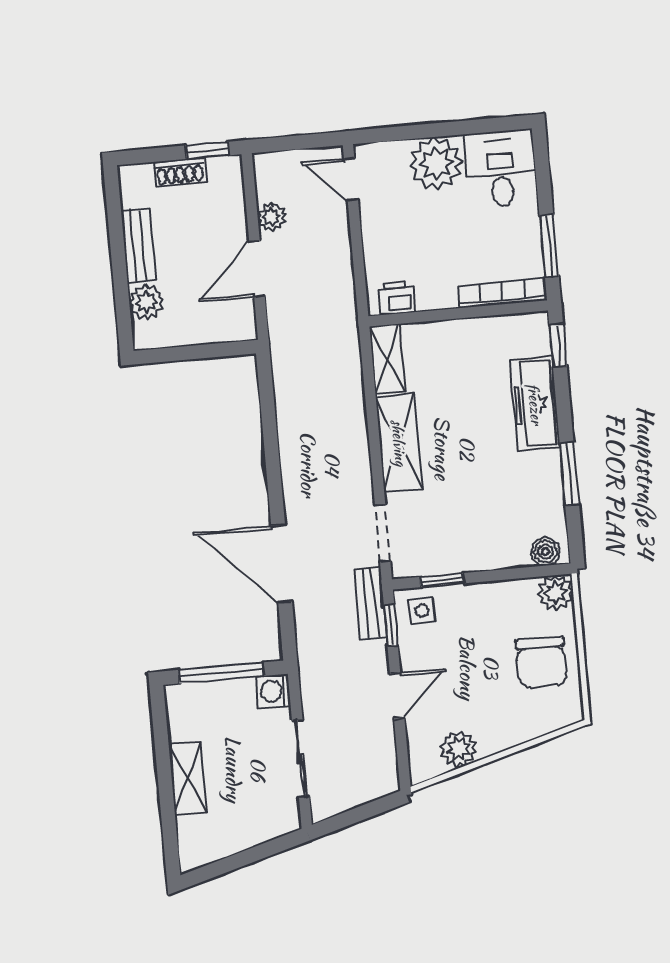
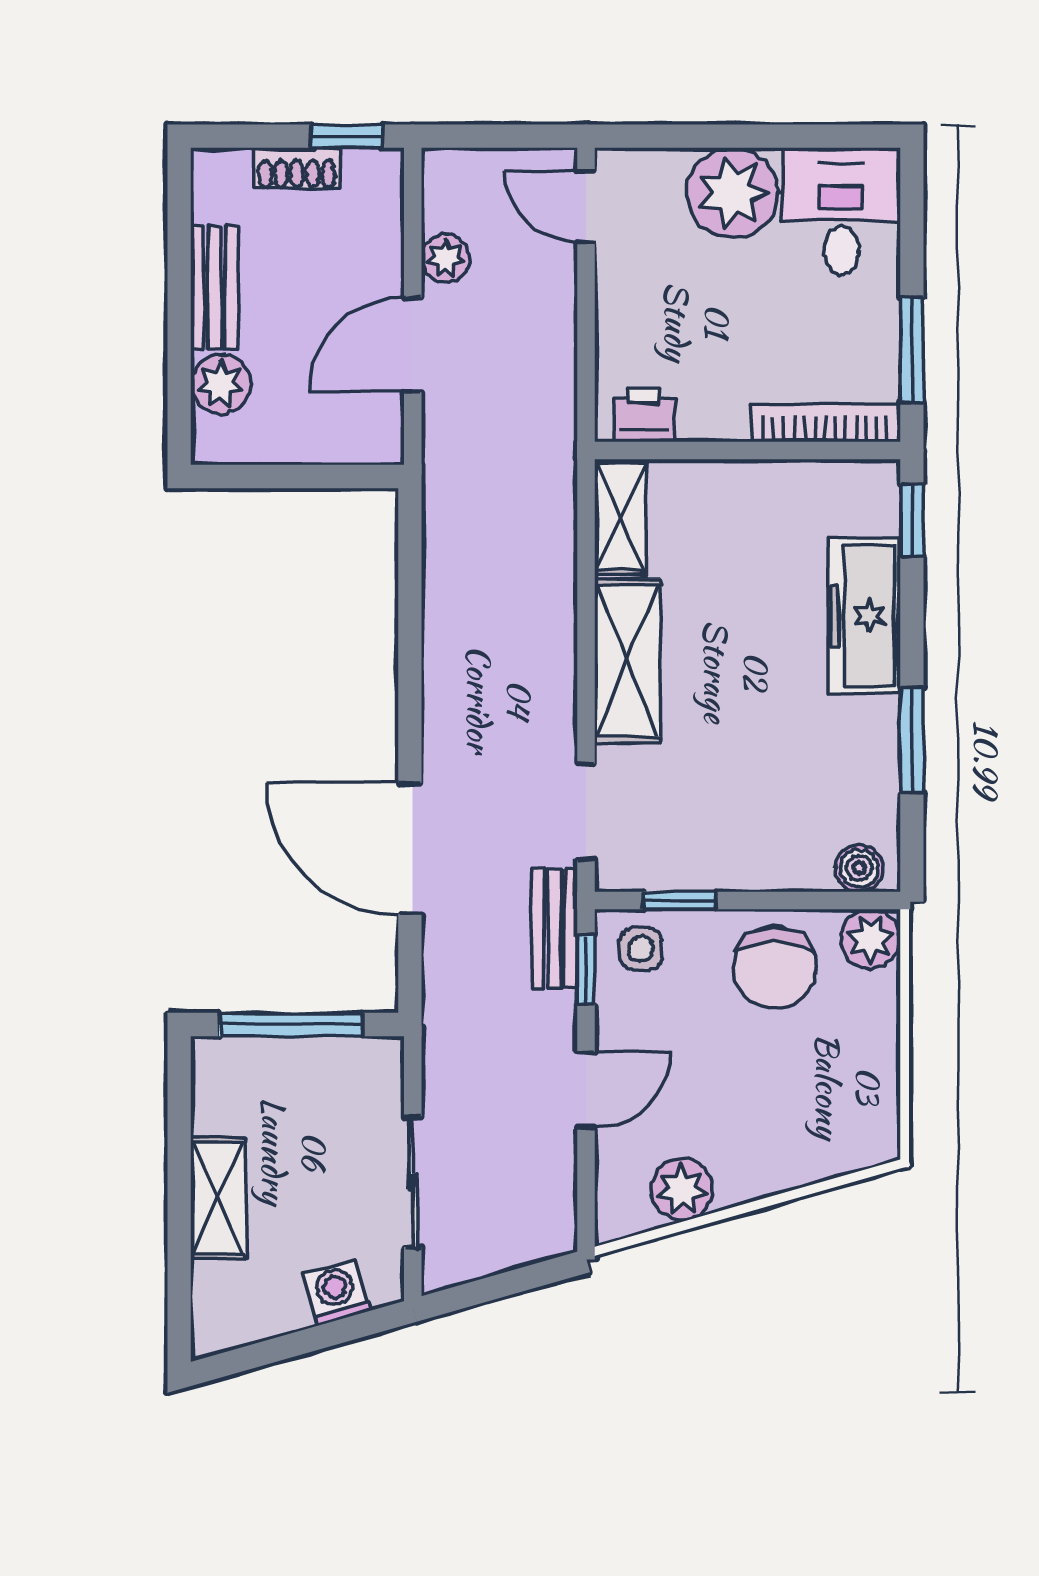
chair: (541, 662) -> (774, 968), moved
washing machine: (274, 691) -> (336, 1292), moved, turned 74

